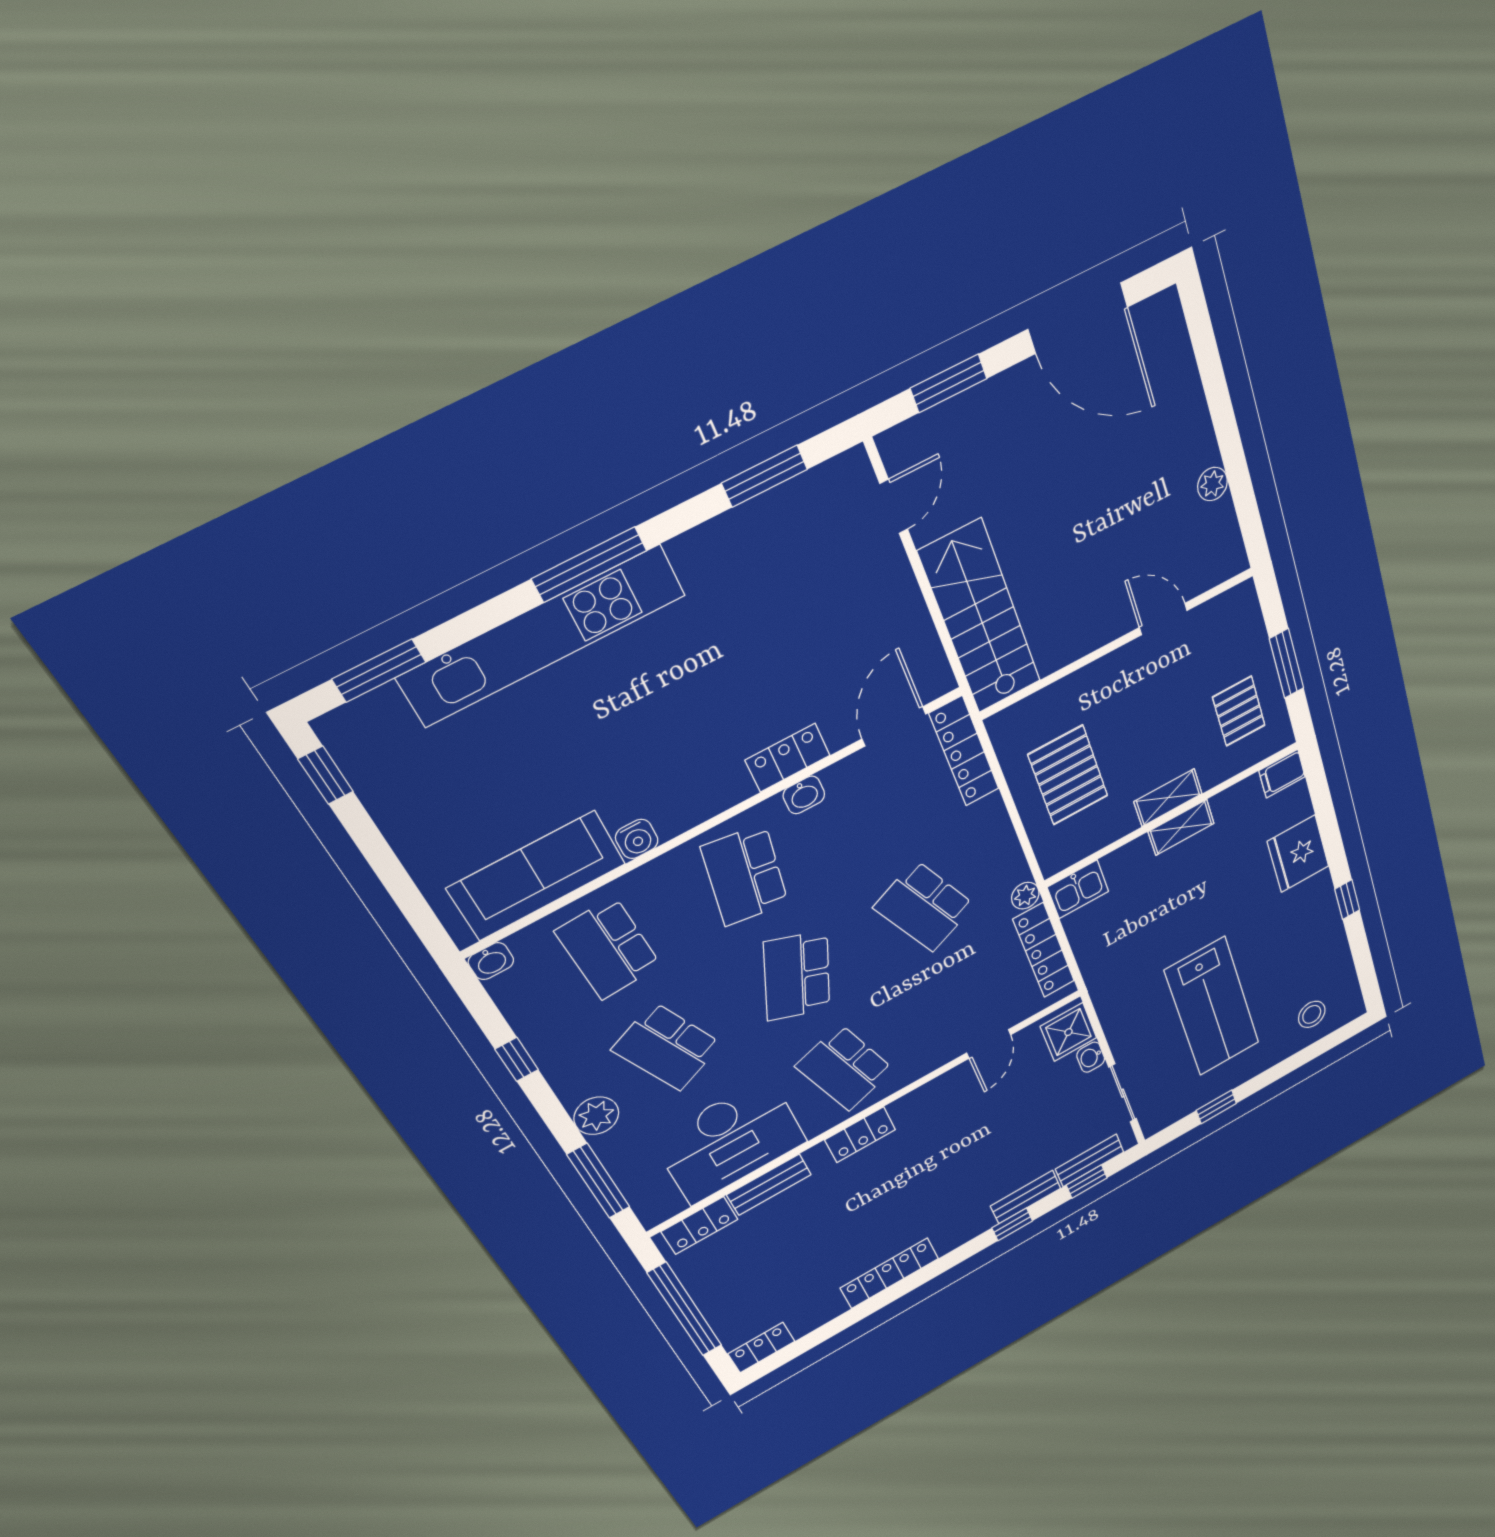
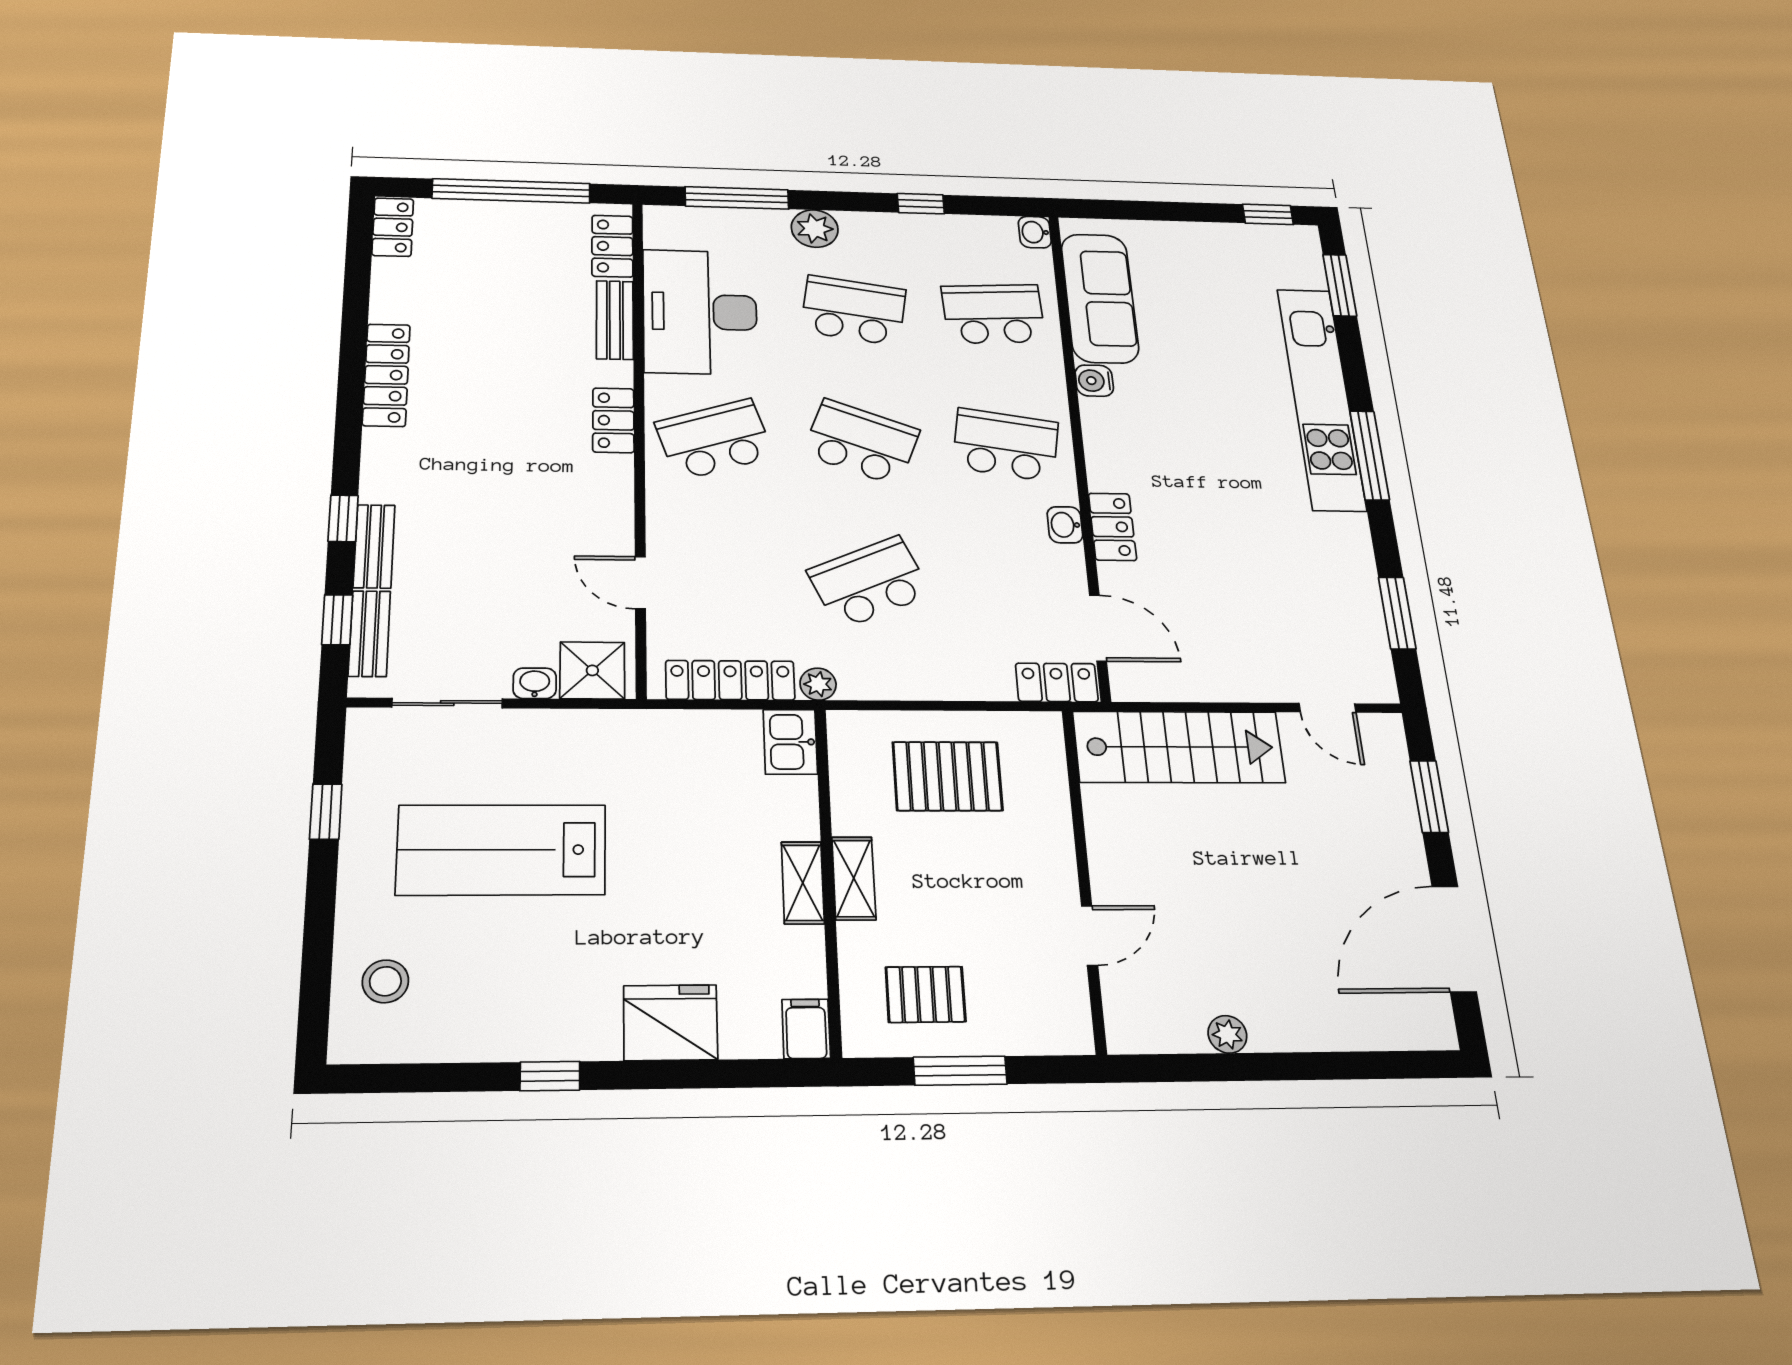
locker: (964, 751) -> (1057, 682), width x0.66
school desk: (667, 1047) -> (853, 310), turned 33

